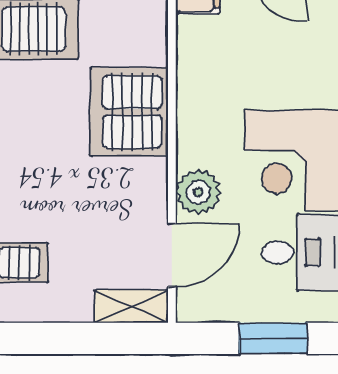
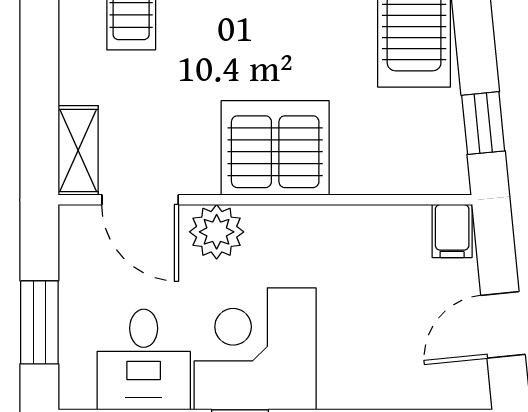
server rack: (129, 112) -> (275, 148), moved

